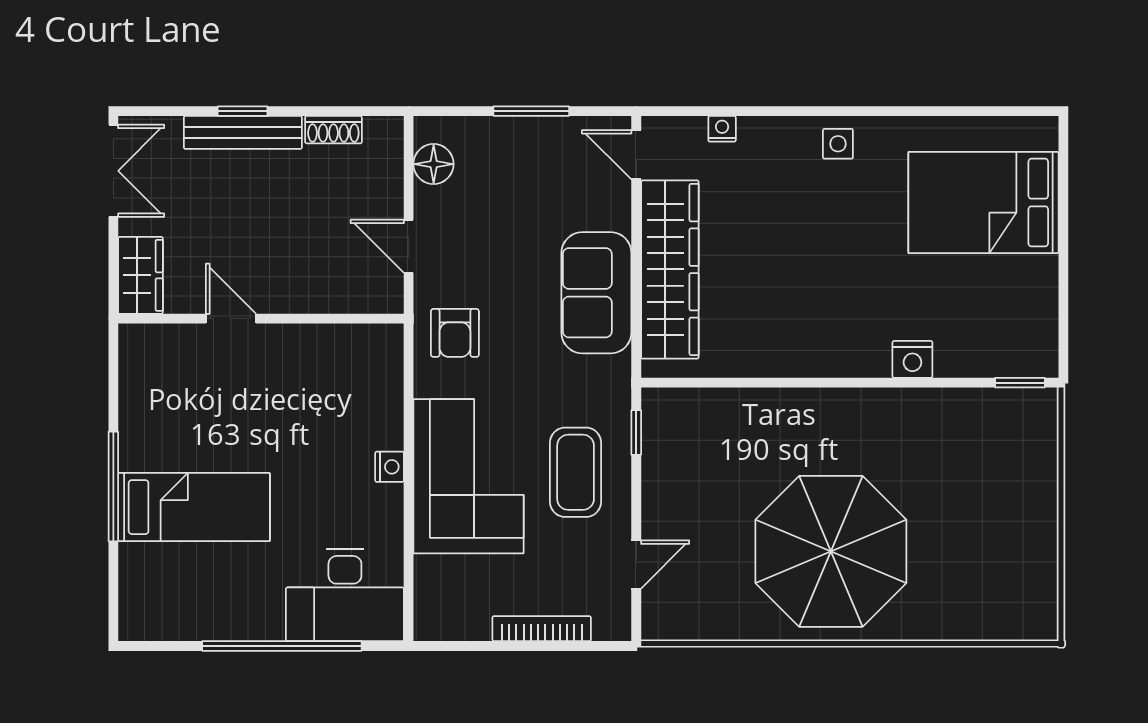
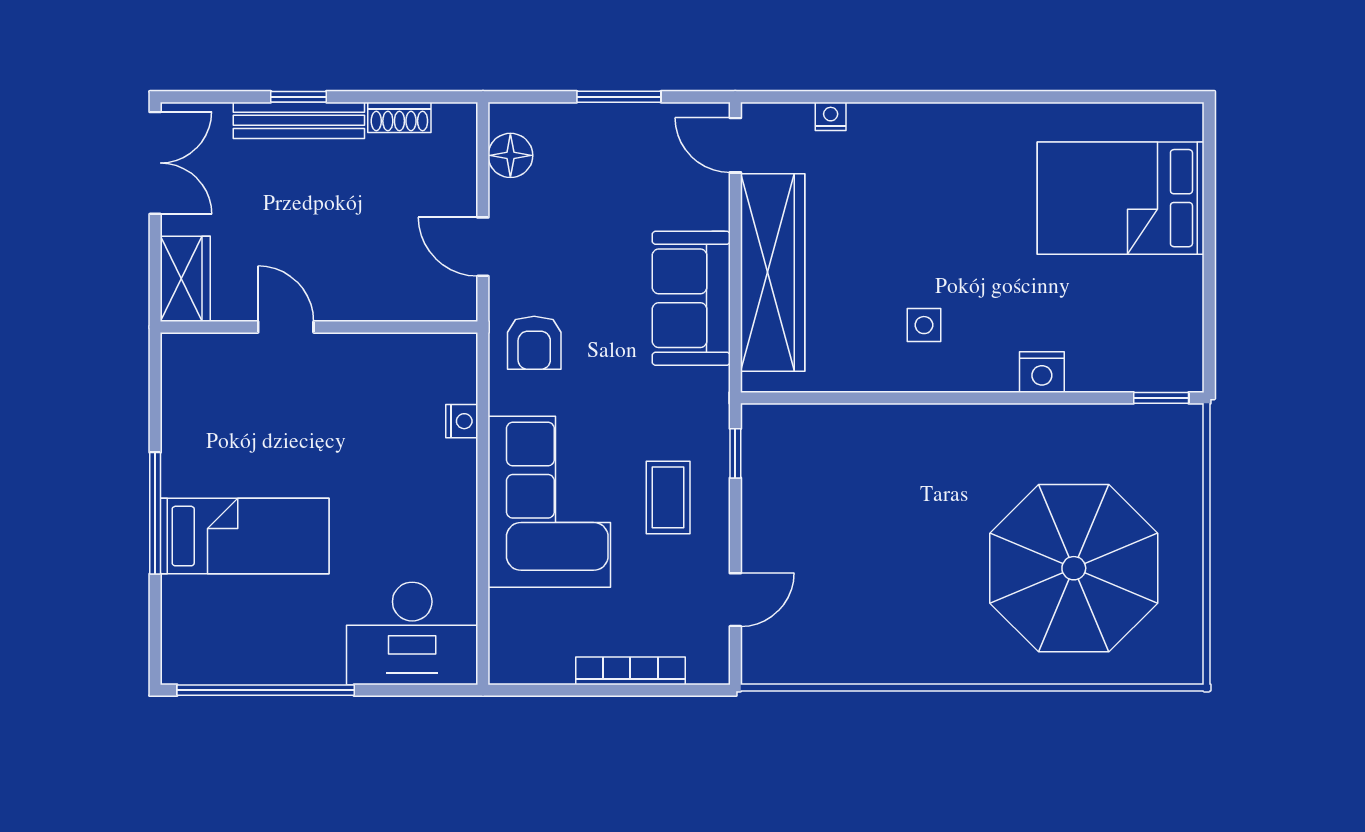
side table: (838, 144) -> (924, 325), moved
nightstand: (390, 467) -> (462, 421), moved
coffee table: (576, 472) -> (668, 497), width x0.73, depth x0.77
parasol: (831, 551) -> (1074, 568), moved
window: (282, 646) -> (266, 690), moved

